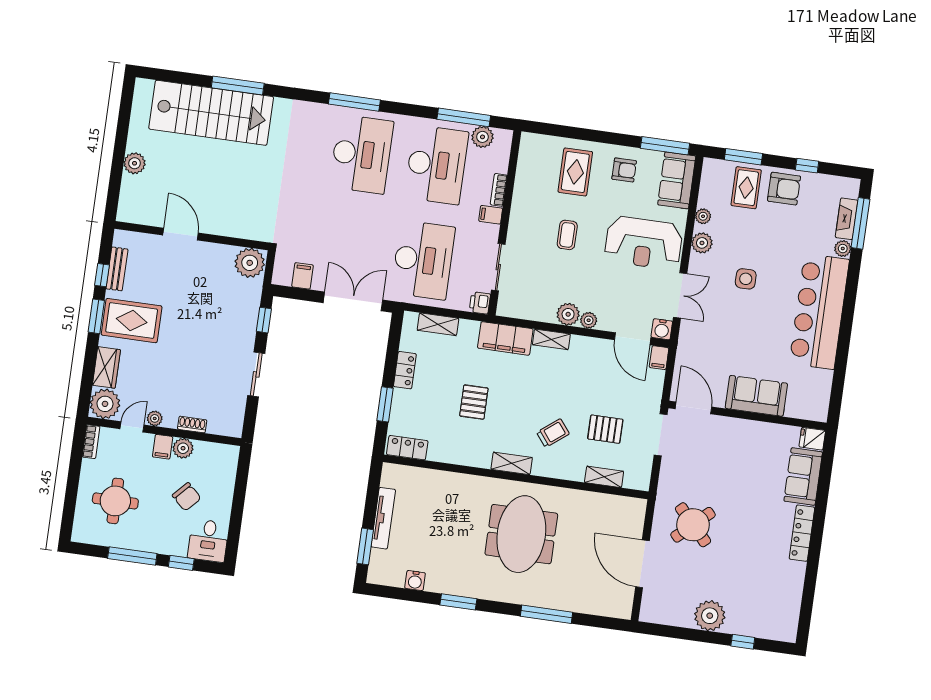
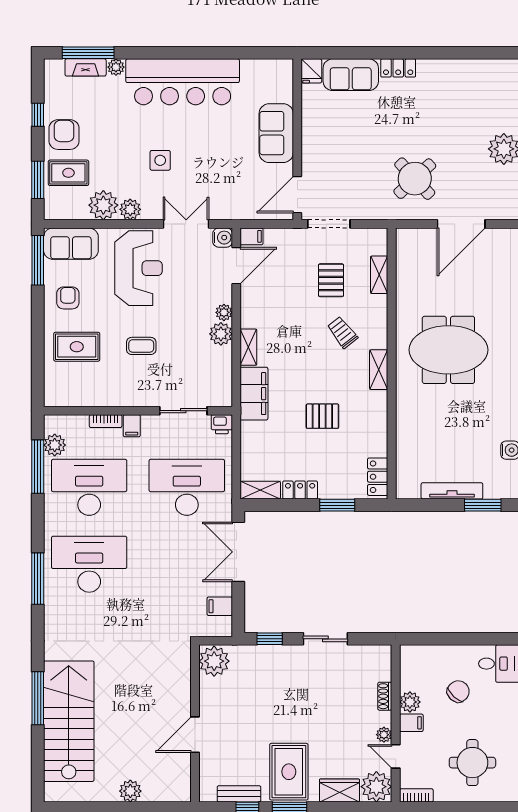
plant: (703, 216) -> (103, 205), width x1.87, depth x1.87
shelving: (438, 324) -> (260, 490), moved, turned 90
locker: (802, 533) -> (398, 68), width x0.66

